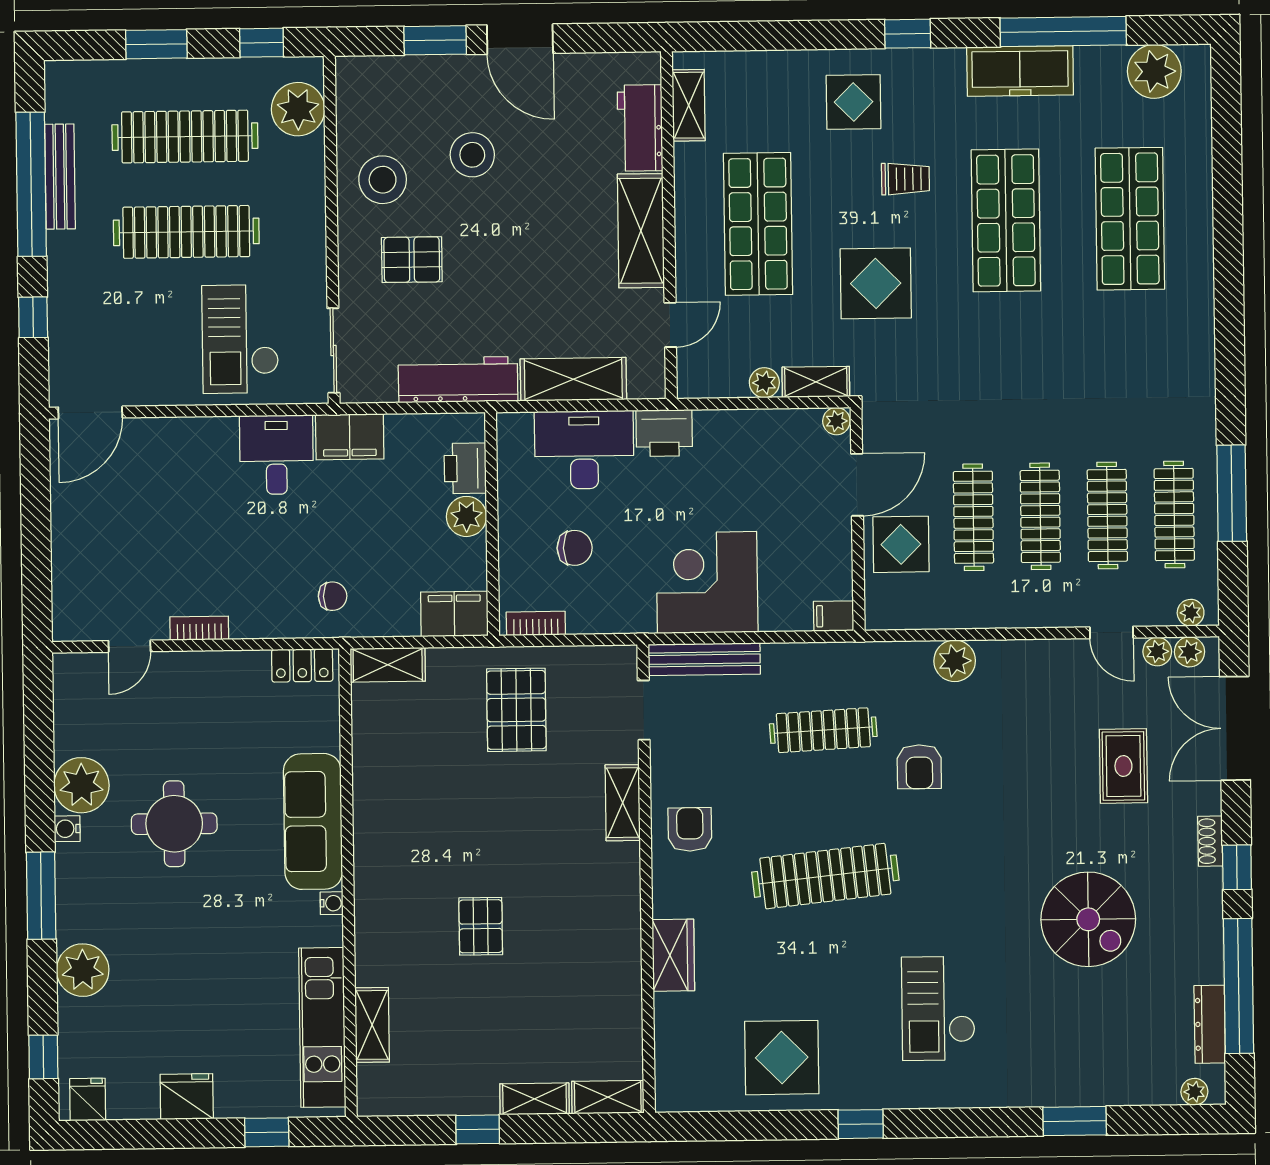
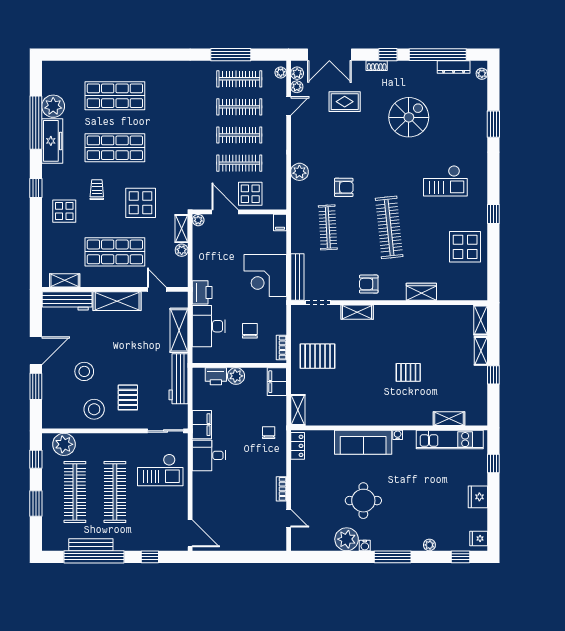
plant: (1154, 71) -> (53, 106), moved
workbench: (640, 128) -> (67, 301), width x1.37
plant: (83, 970) -> (429, 545), width x0.53, depth x0.53

